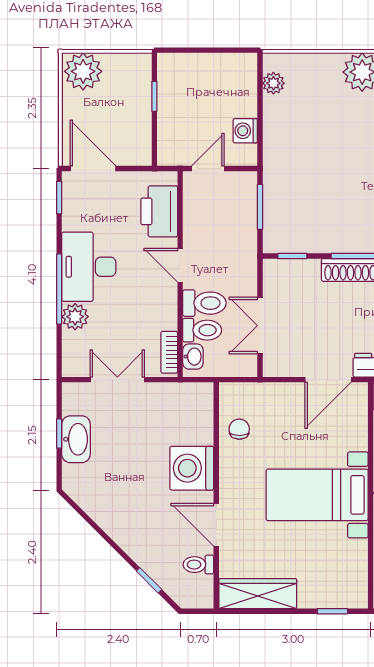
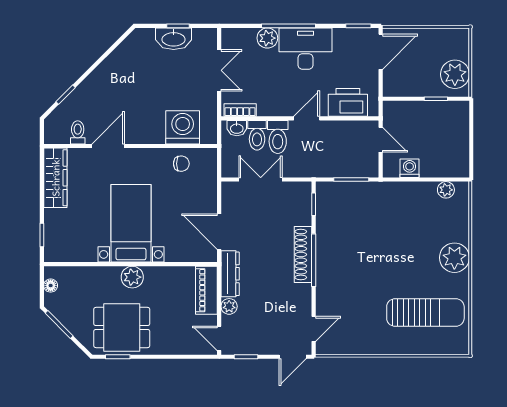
plant: (83, 71) -> (455, 74), moved
washing machine: (192, 468) -> (183, 127), moved

